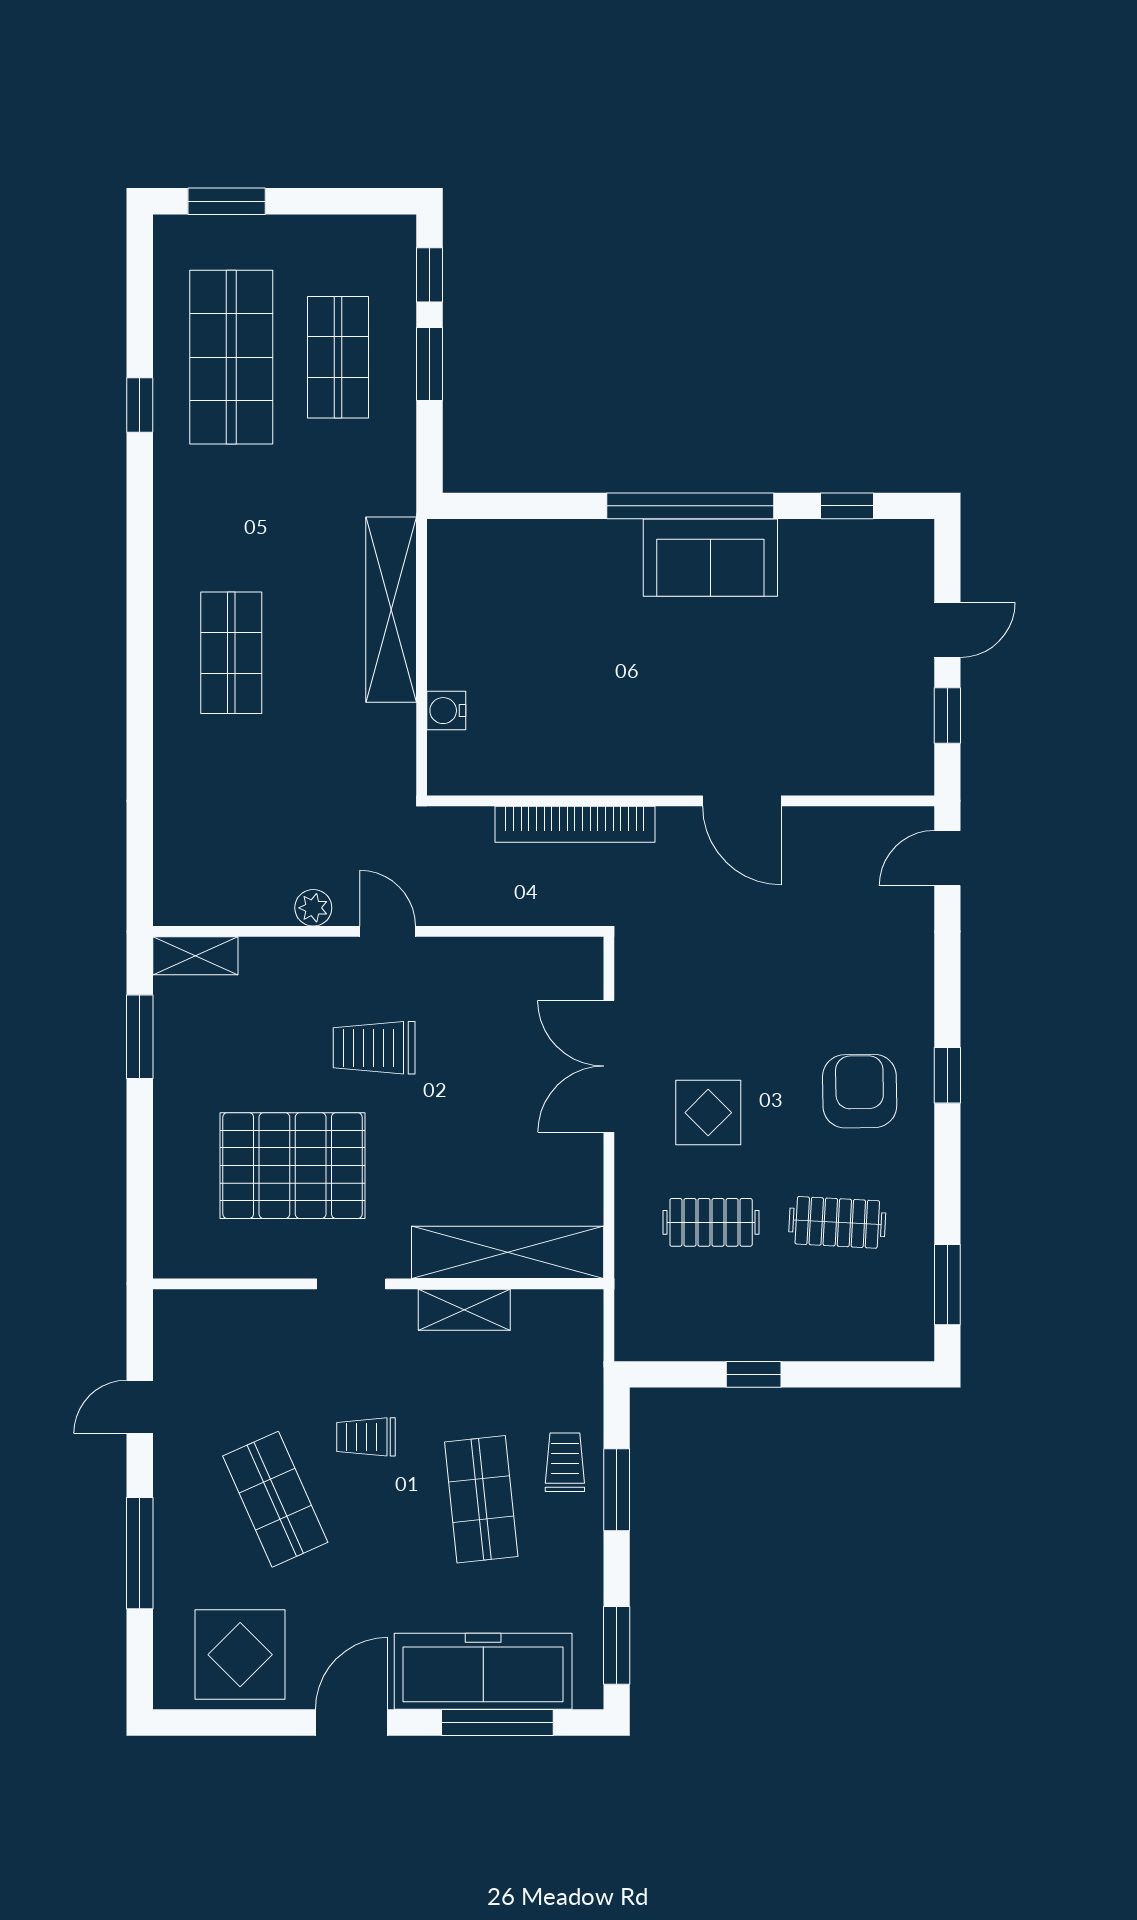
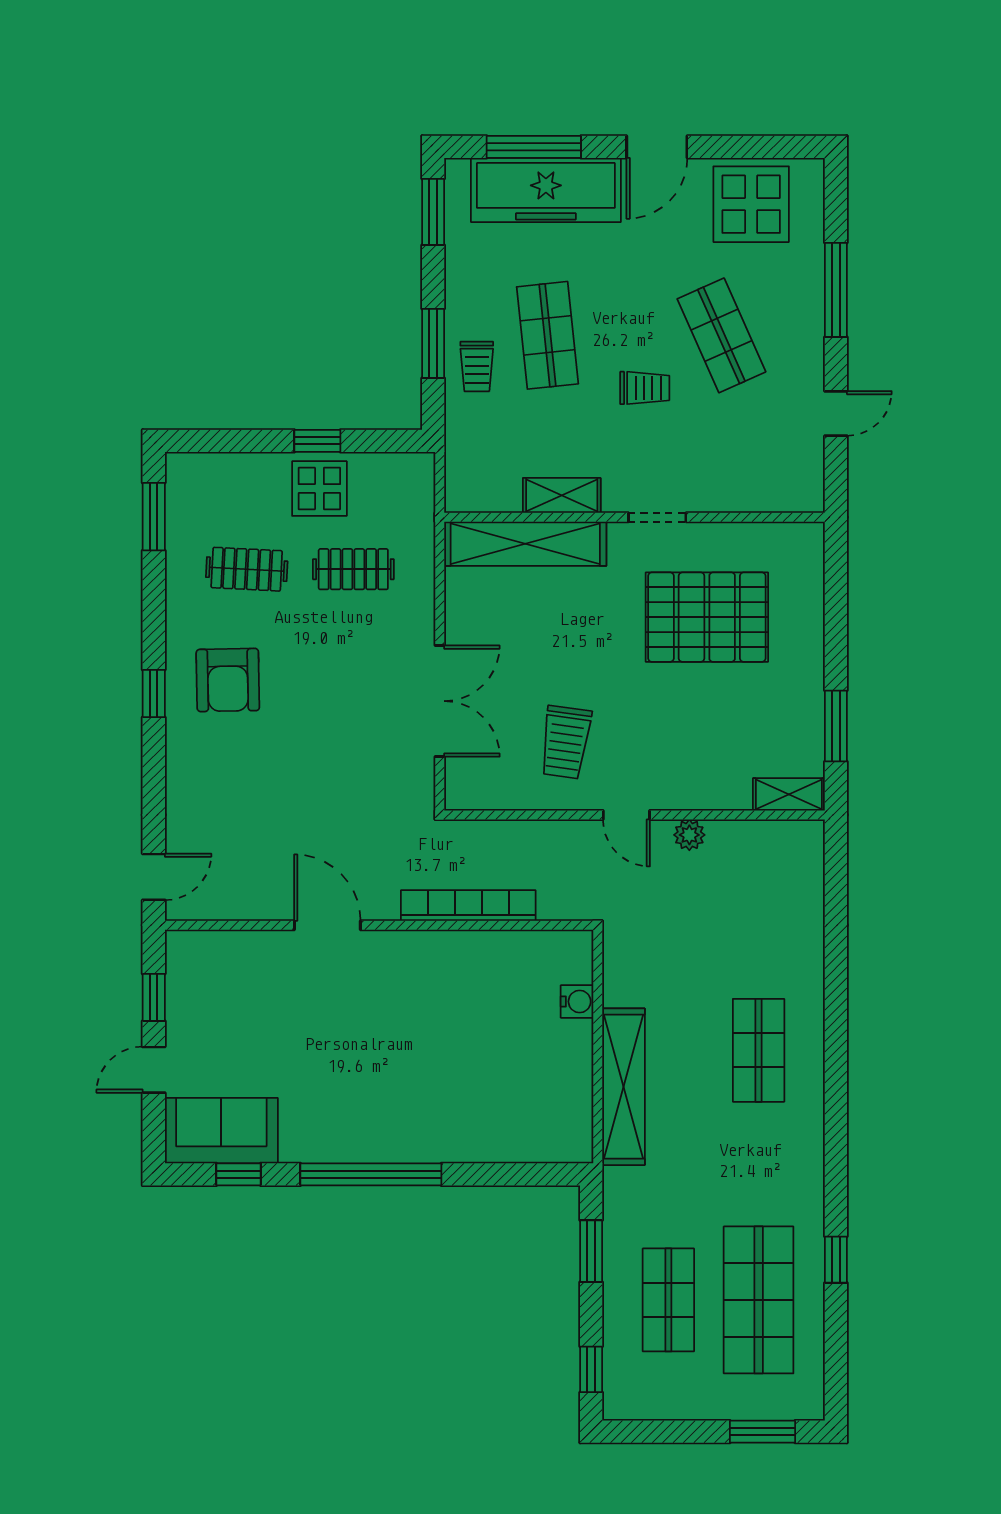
window: (430, 364) -> (591, 1251), moved
sofa: (710, 558) -> (221, 1131), moved
trolley: (374, 1048) -> (565, 742), moved, turned 98
display table: (708, 1113) -> (319, 489), moved

